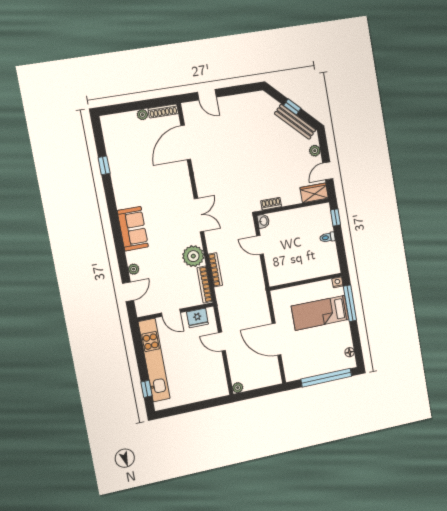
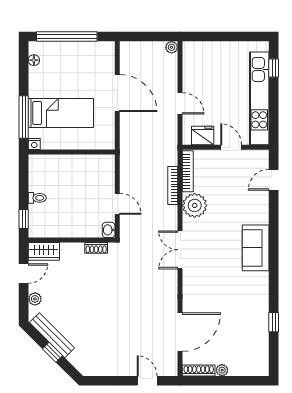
plant: (134, 269) -> (263, 204), removed

